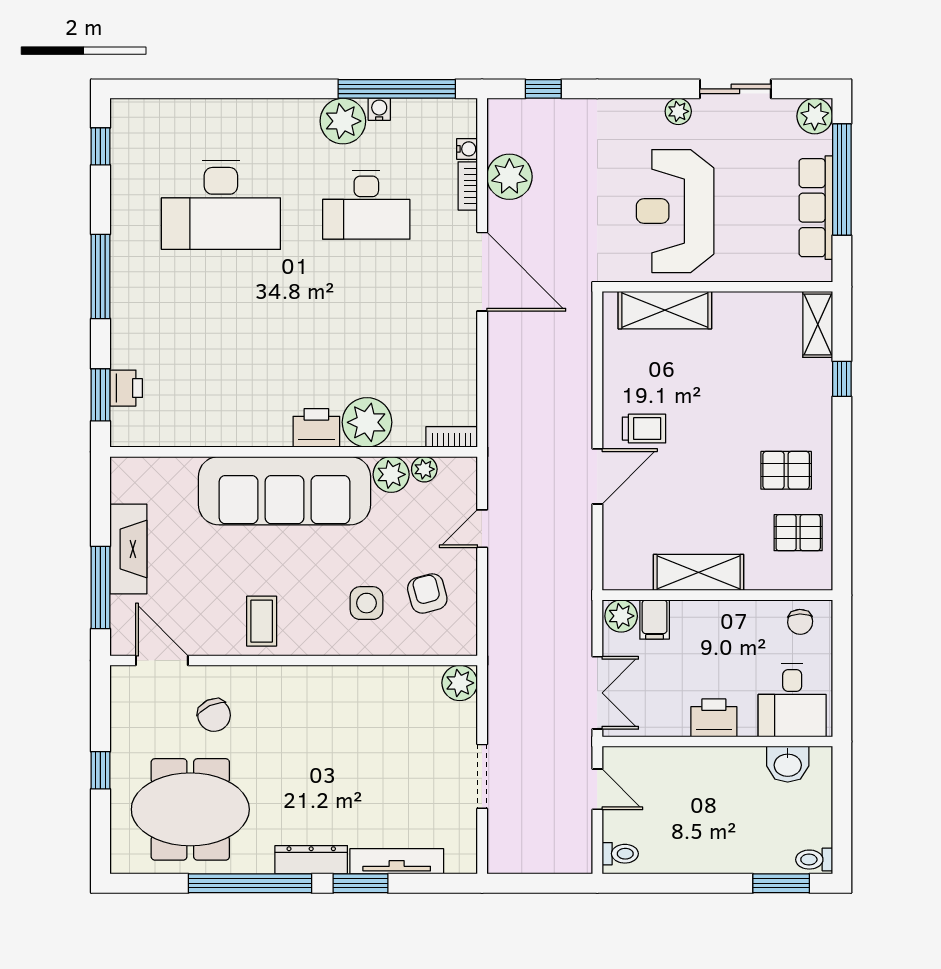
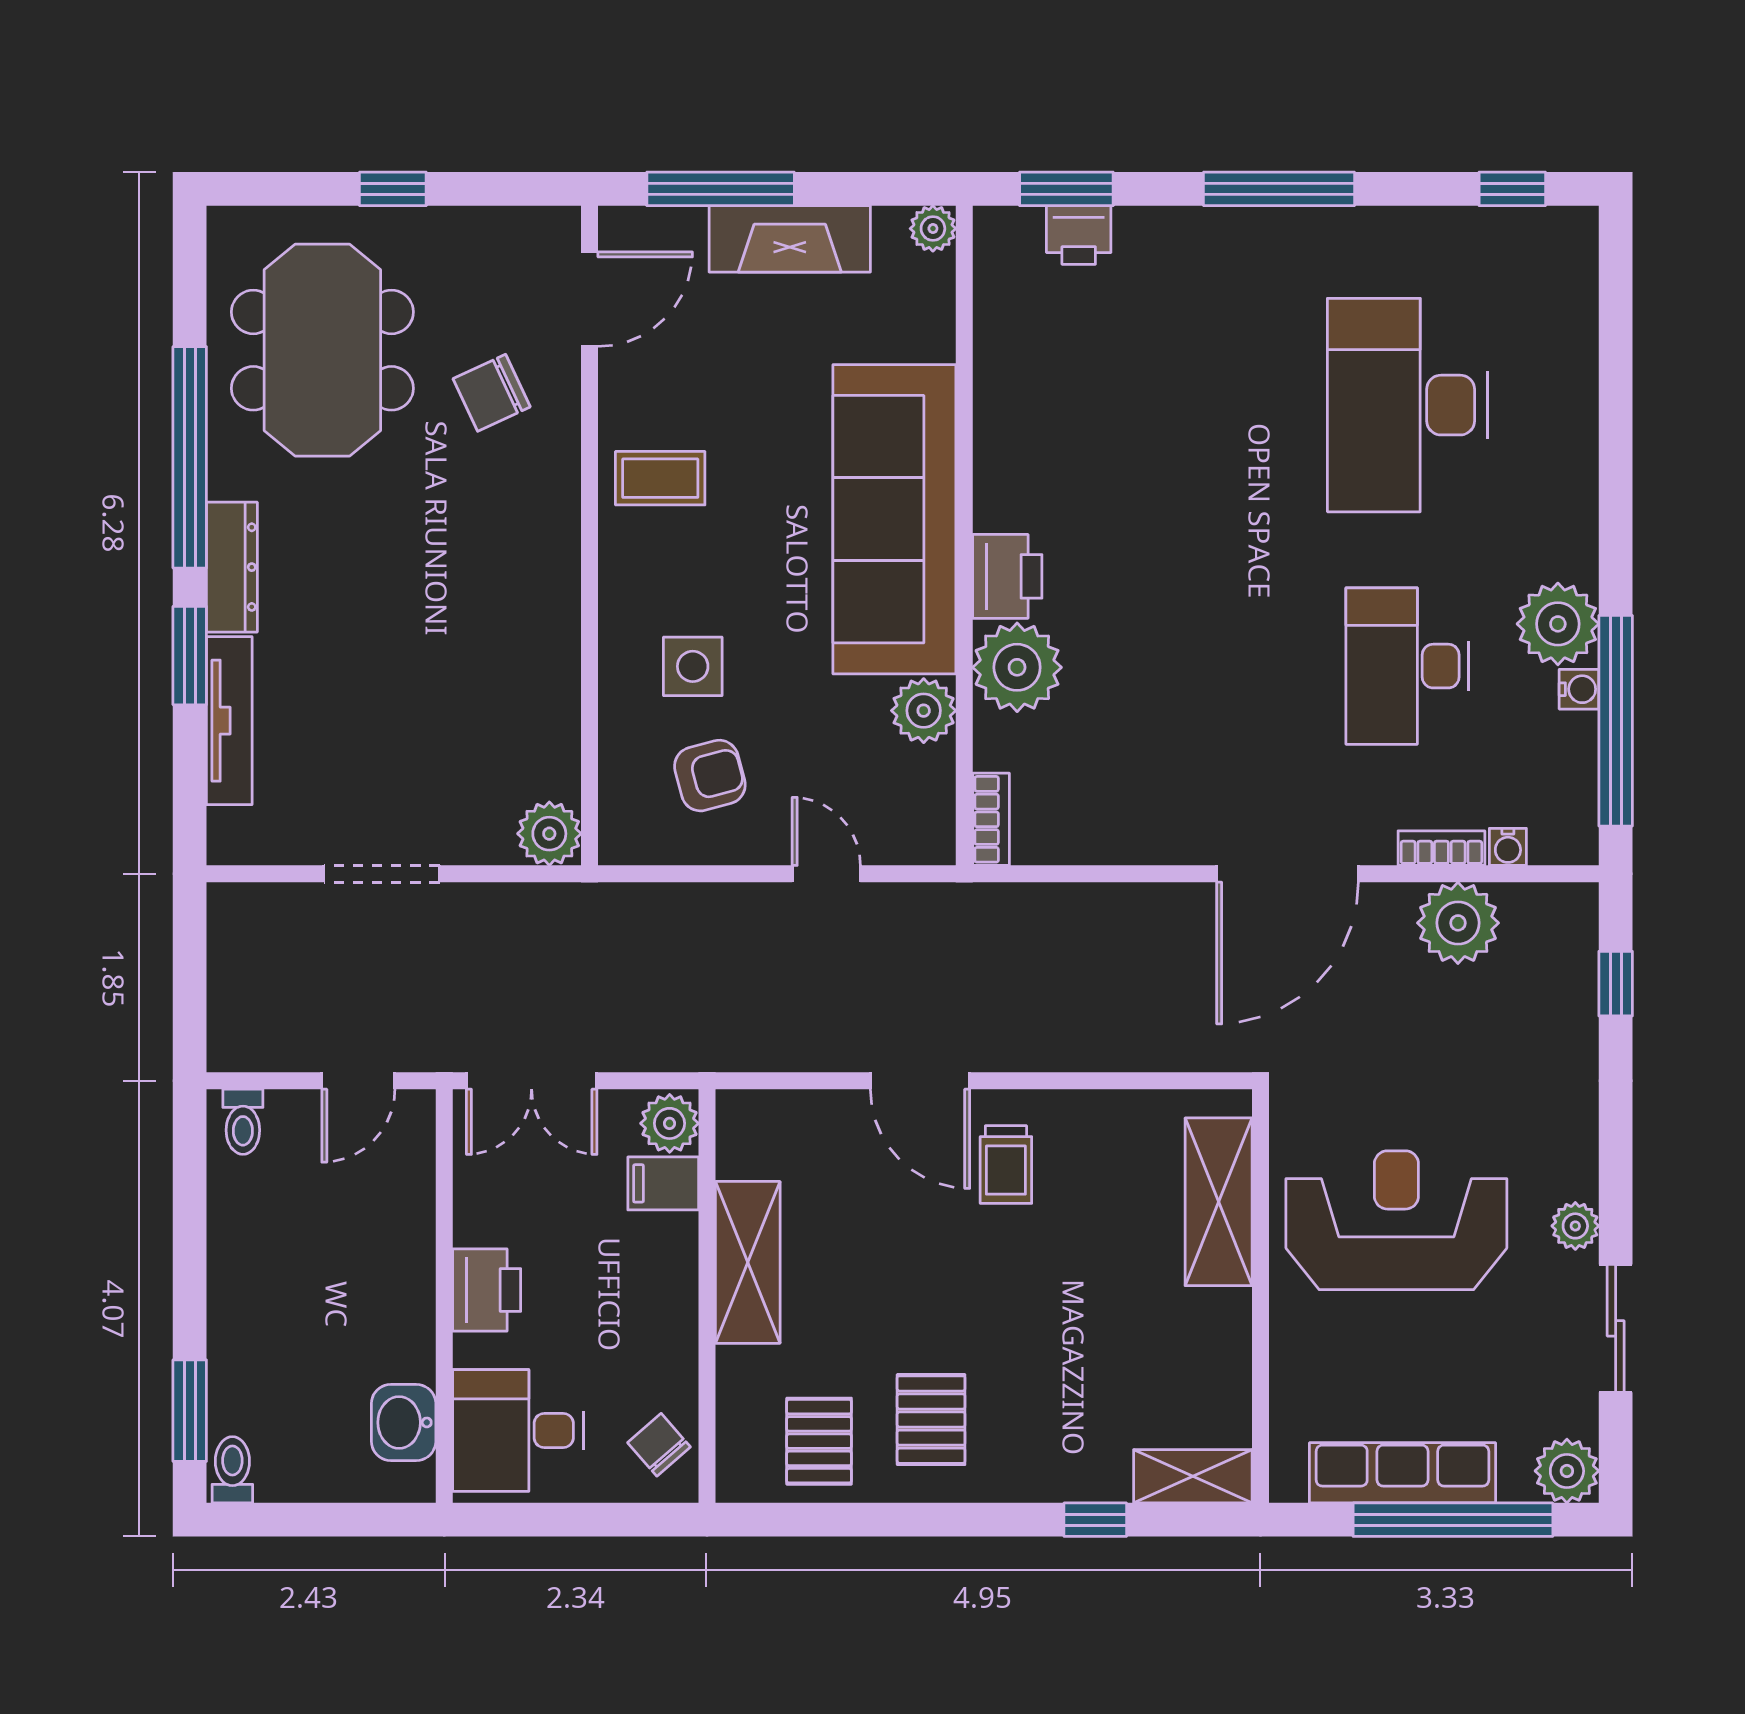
plant: (424, 469) -> (933, 229), moved
chair: (800, 622) -> (659, 1445), turned 51

